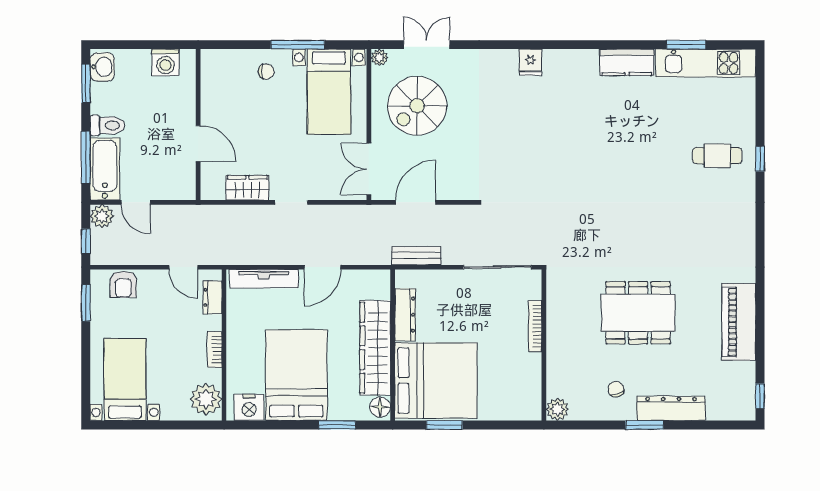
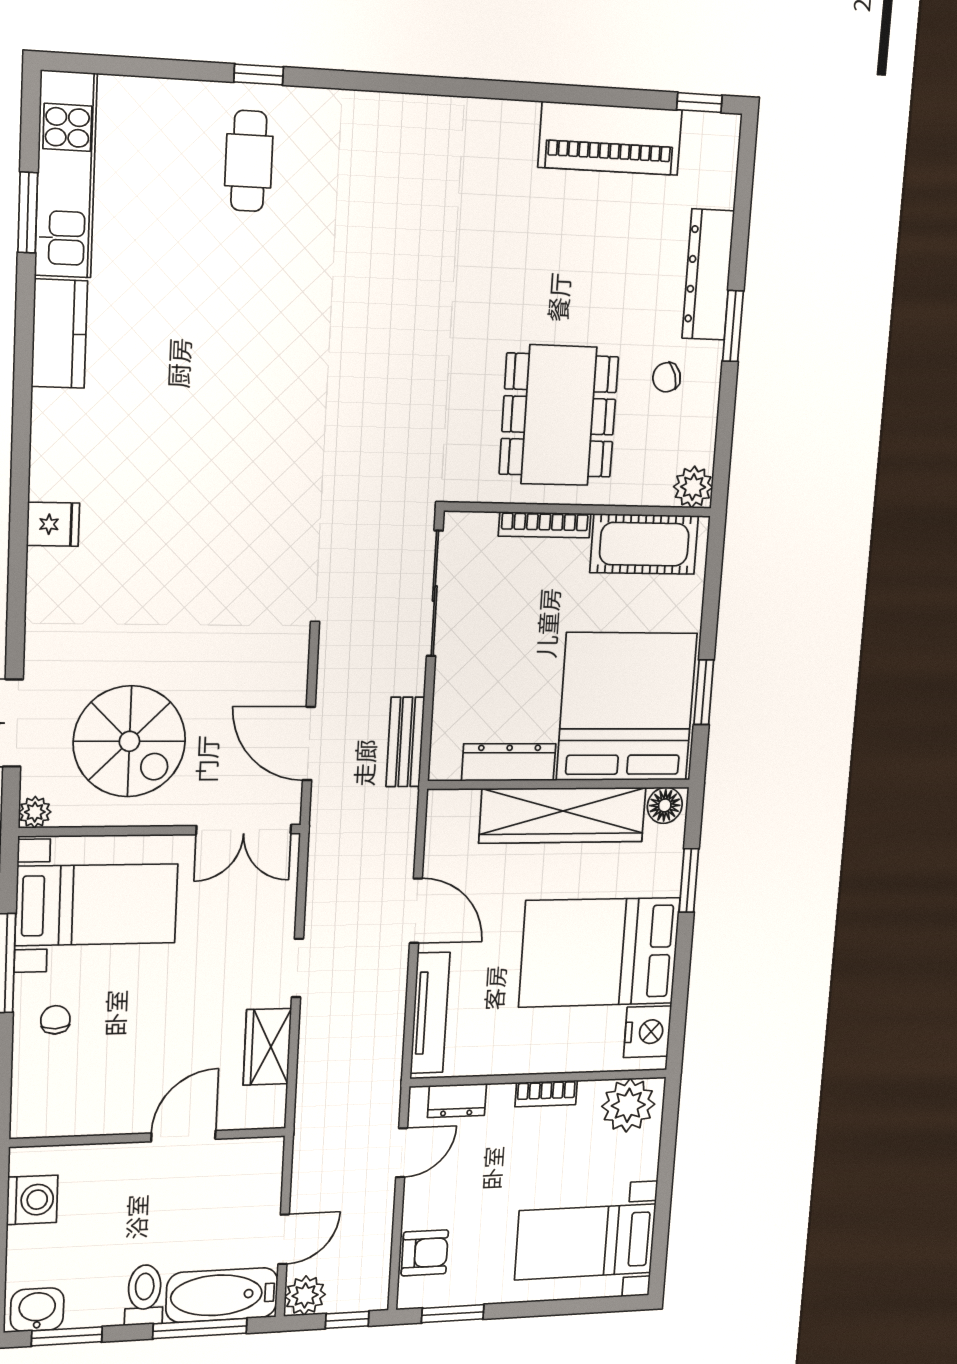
dining table: (638, 313) -> (559, 415), moved
piano: (739, 322) -> (610, 138), moved
cot: (526, 384) -> (644, 544), added

